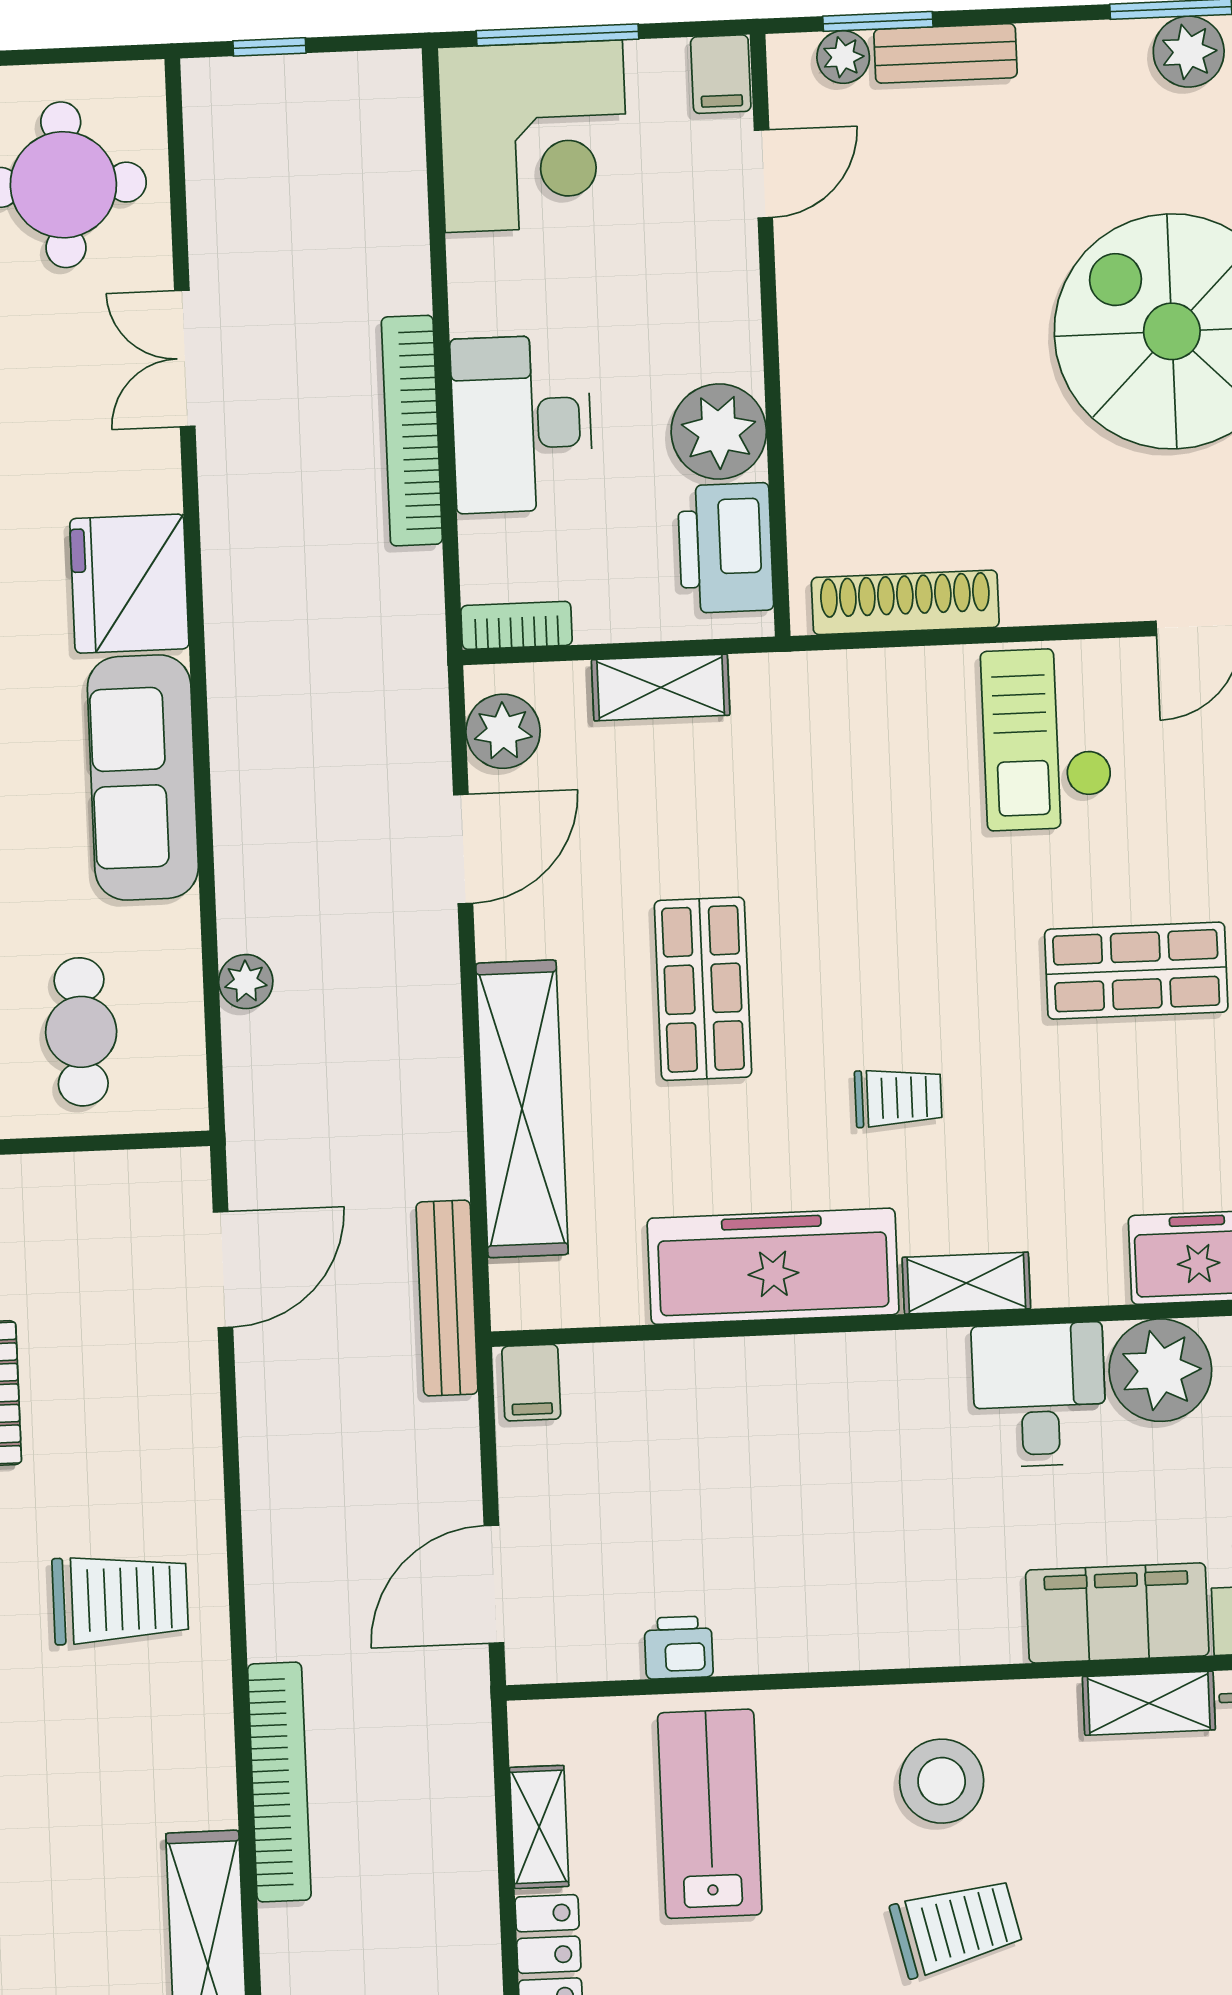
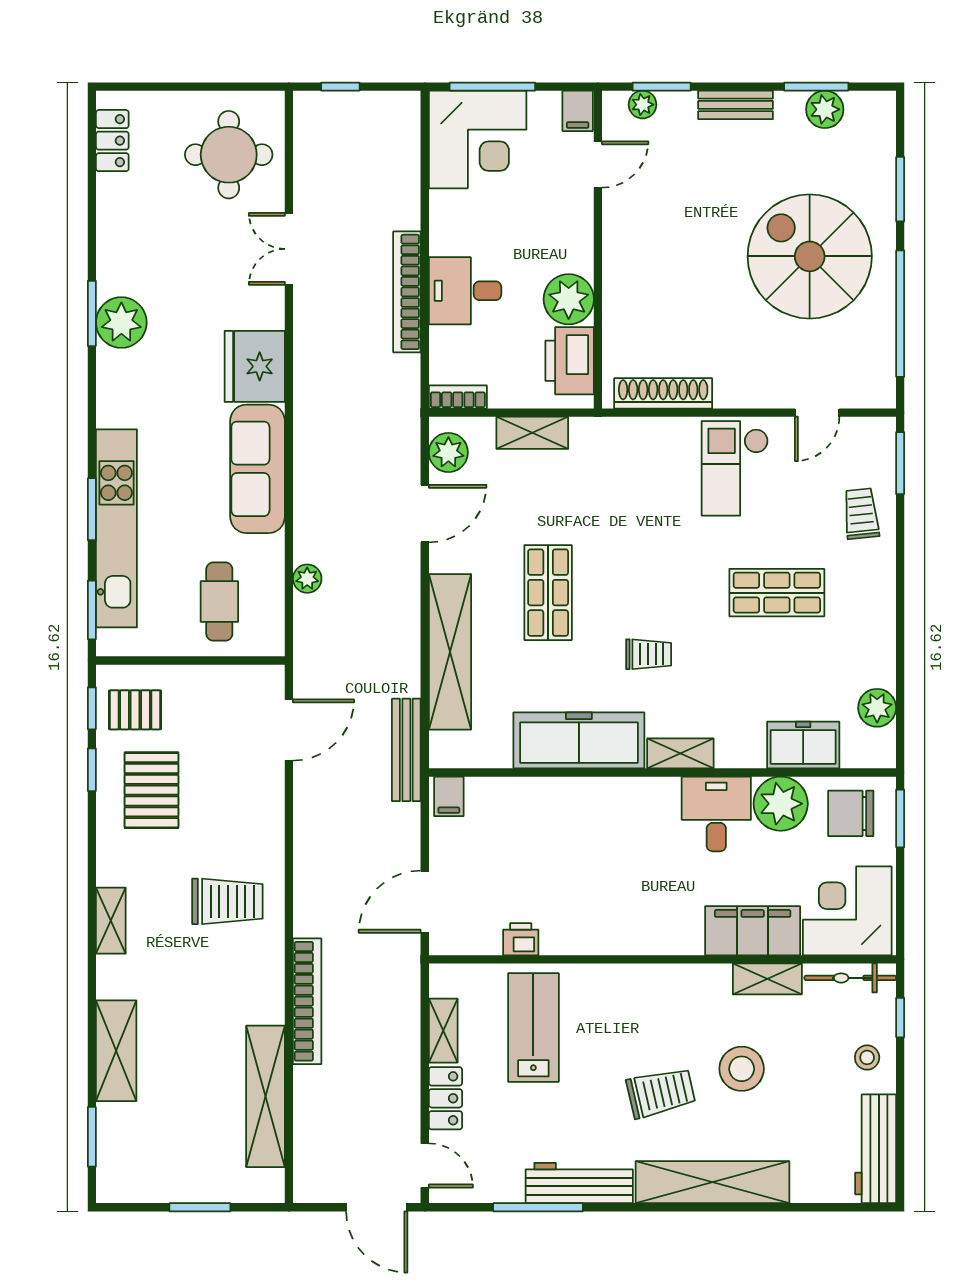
bench: (945, 53) -> (736, 105), moved
desk: (522, 424) -> (465, 291), width x0.73
stool: (942, 1781) -> (742, 1069), moved

